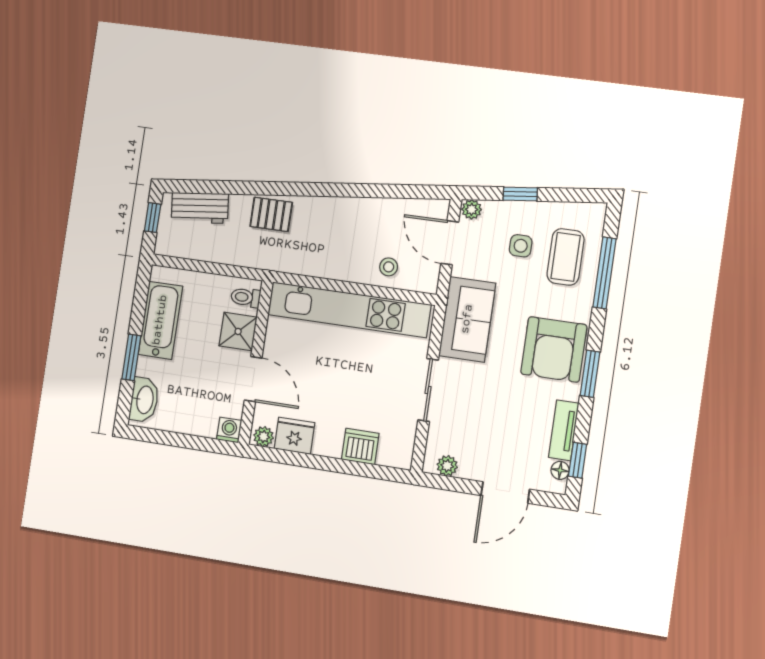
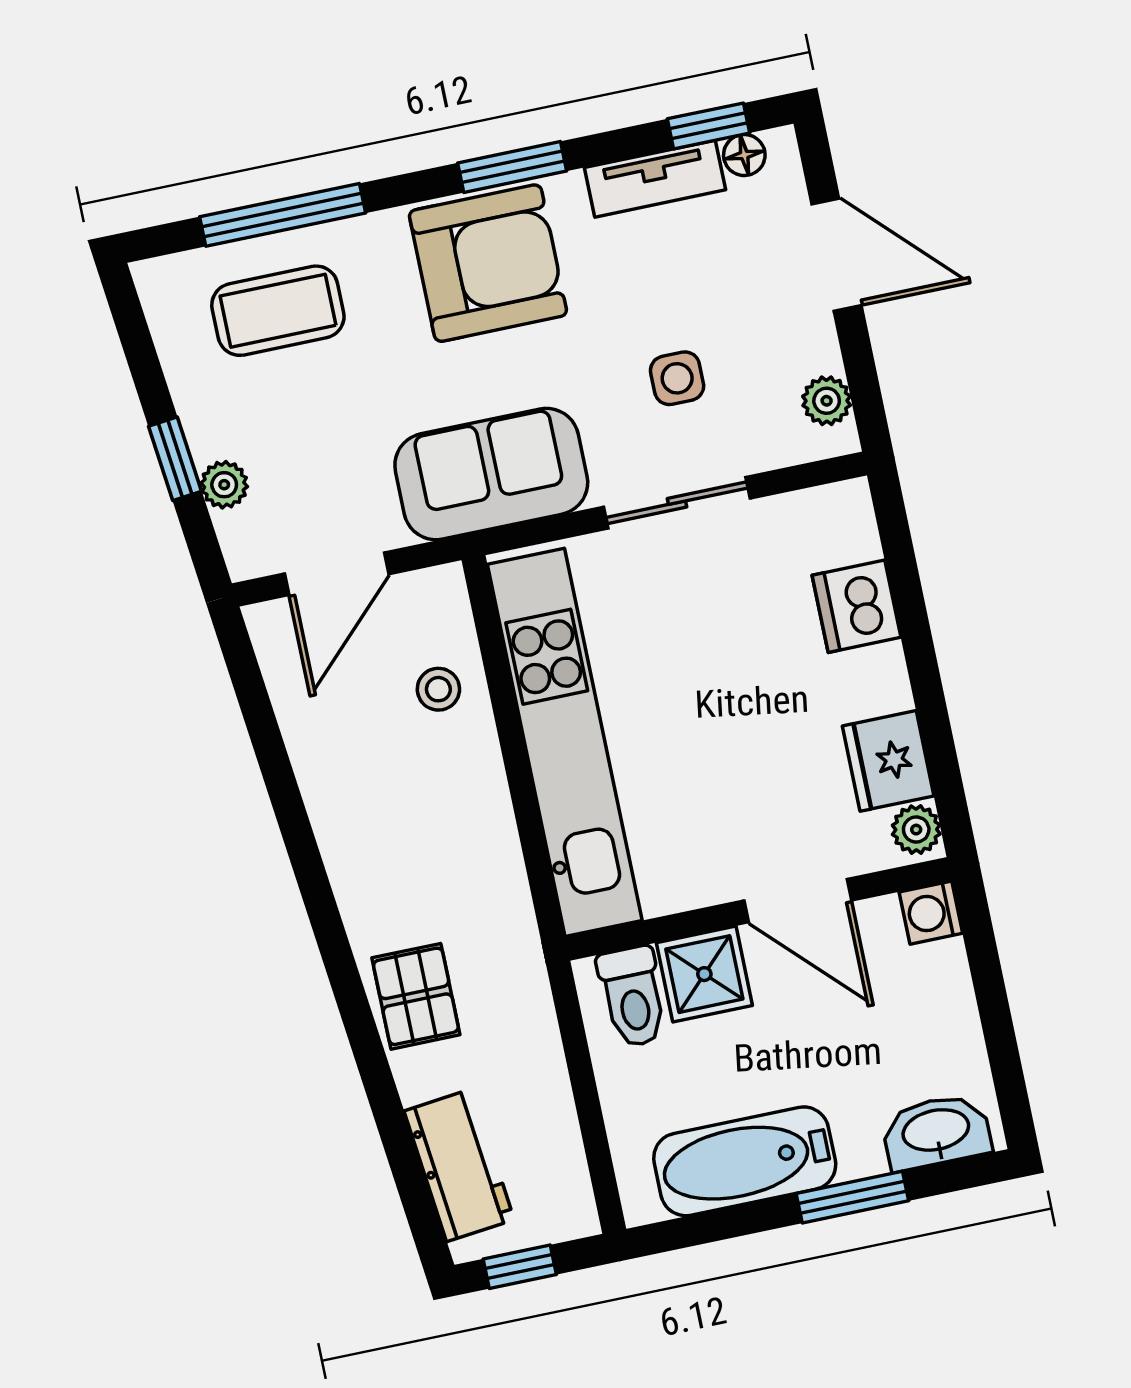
plant: (472, 209) -> (224, 485), moved
side table: (521, 246) -> (677, 378), moved
toilet: (246, 297) -> (633, 997), width x1.37, depth x1.39
door: (253, 379) -> (798, 901), swing flipped

